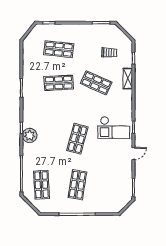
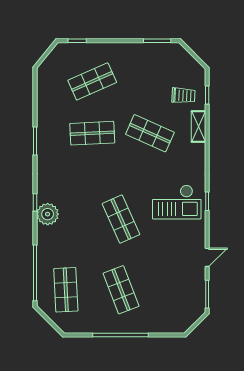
shop shelf: (59, 49) -> (92, 81), turned -30
trolley: (109, 53) -> (183, 95), moved
shop shelf: (77, 139) -> (121, 219), turned -39
door: (133, 153) -> (207, 257), moved
shop shelf: (77, 185) -> (121, 290), turned -30

